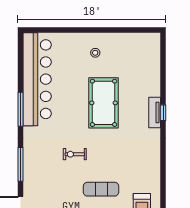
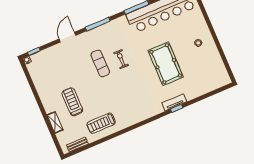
pool table: (104, 103) -> (166, 64), turned 90
exercise mat: (101, 189) -> (100, 63), moved

